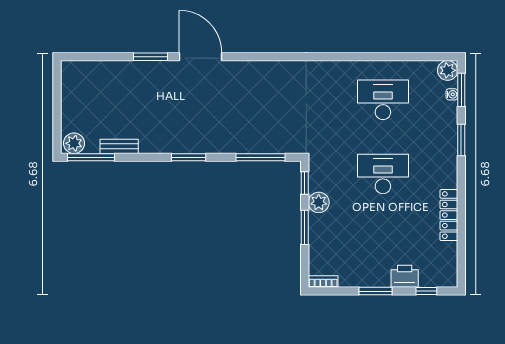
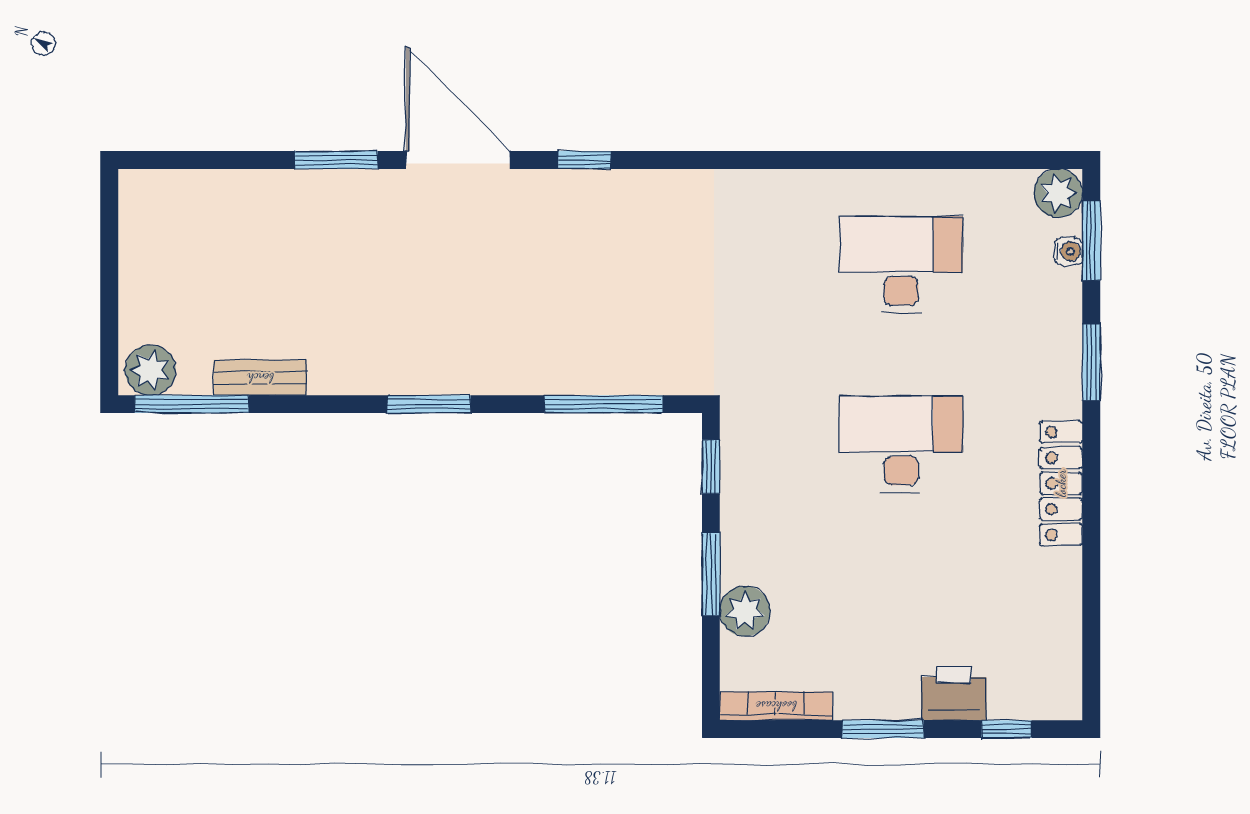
window: (253, 57) -> (585, 160), added
plant: (319, 202) -> (745, 611), moved
locker: (449, 215) -> (1061, 483), moved
bookcase: (323, 281) -> (776, 706), width x1.56

